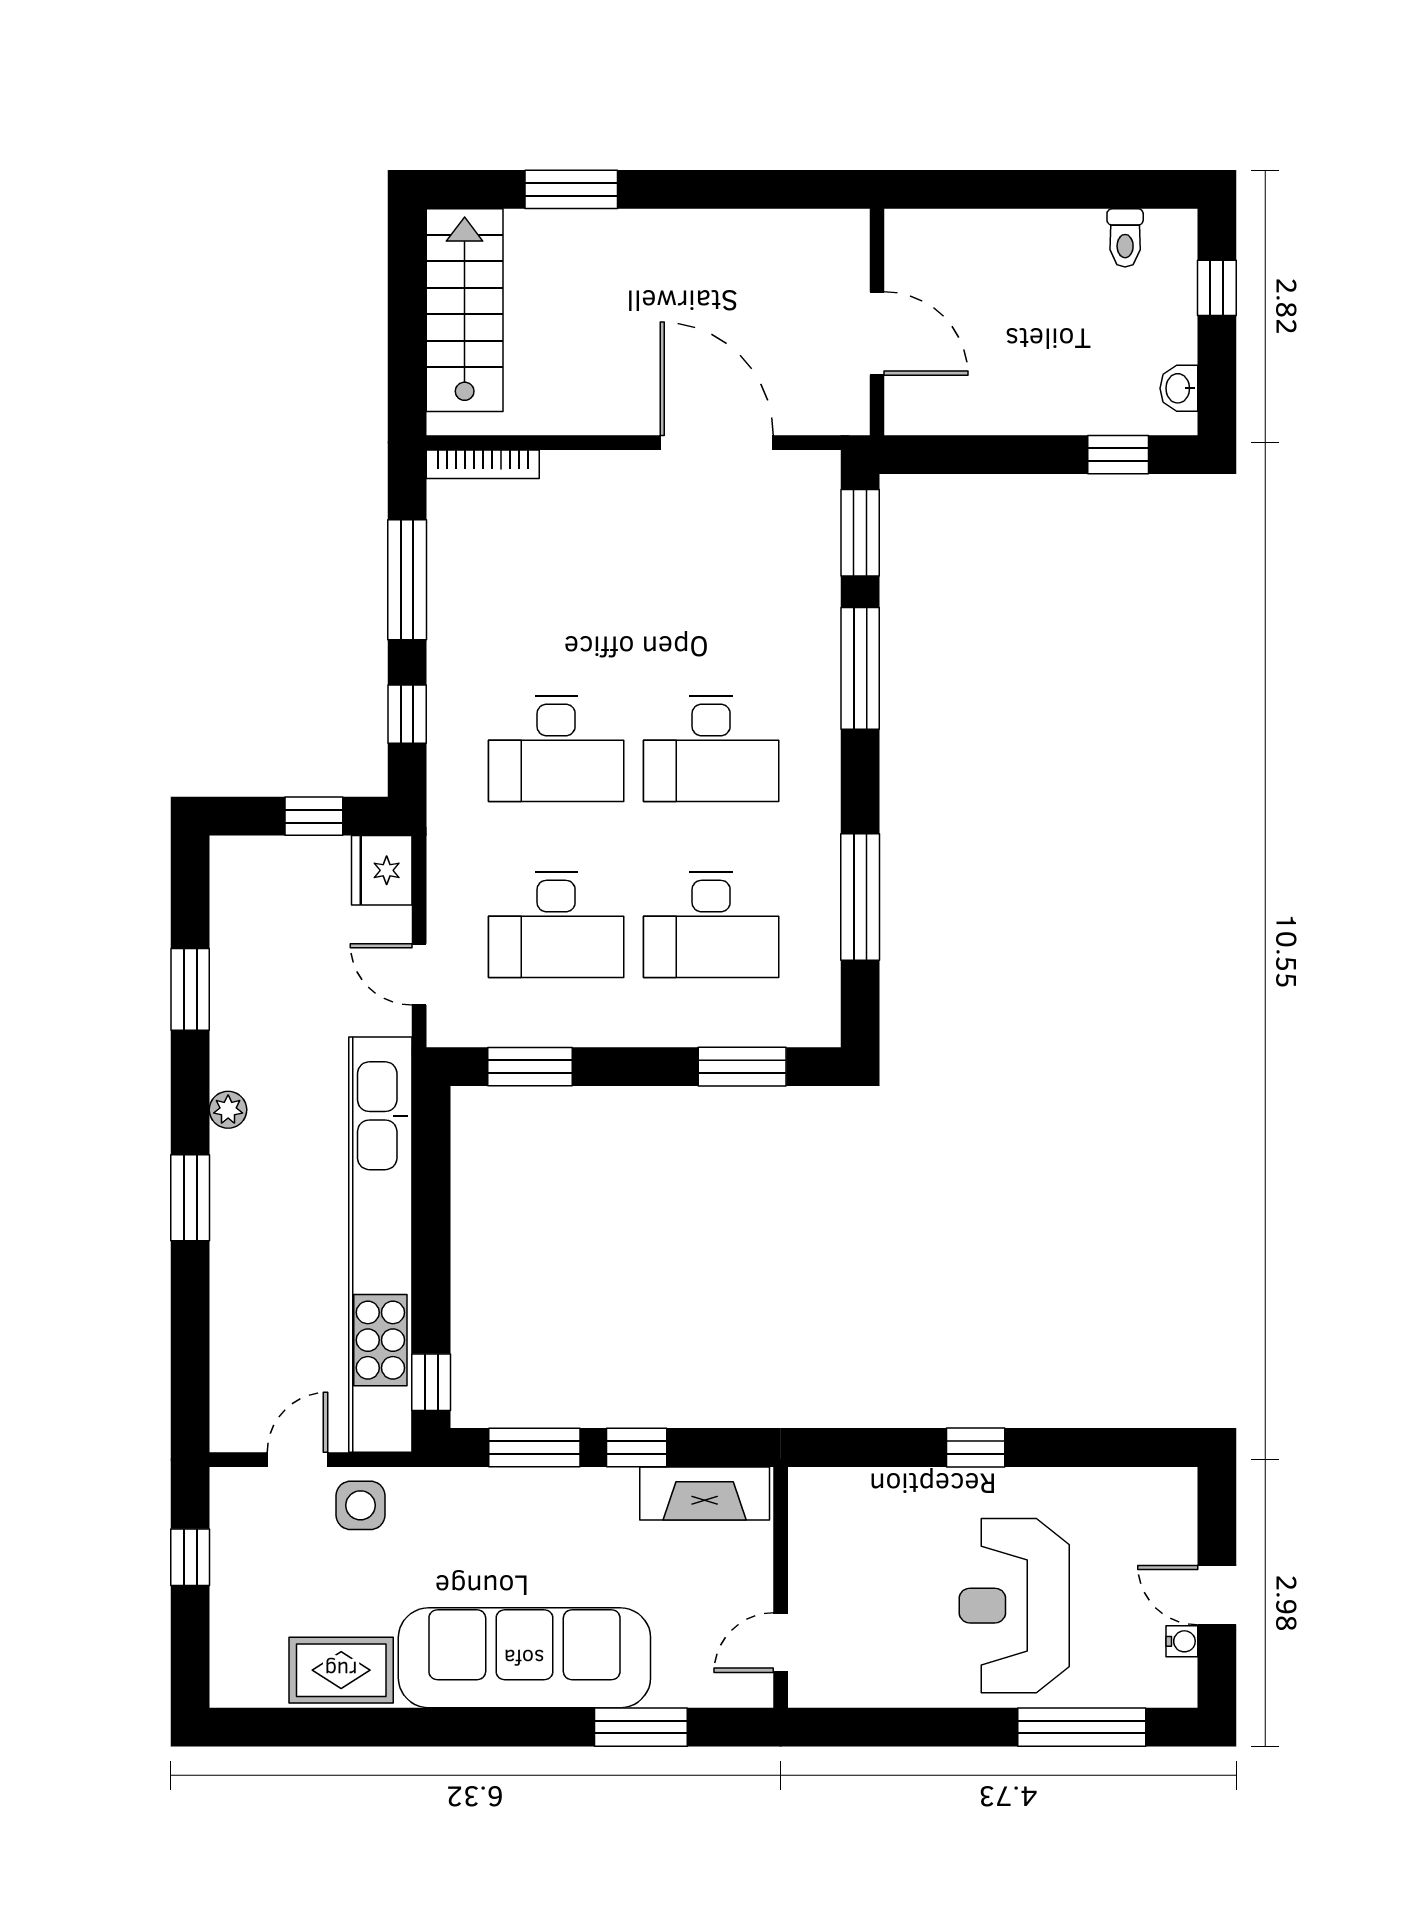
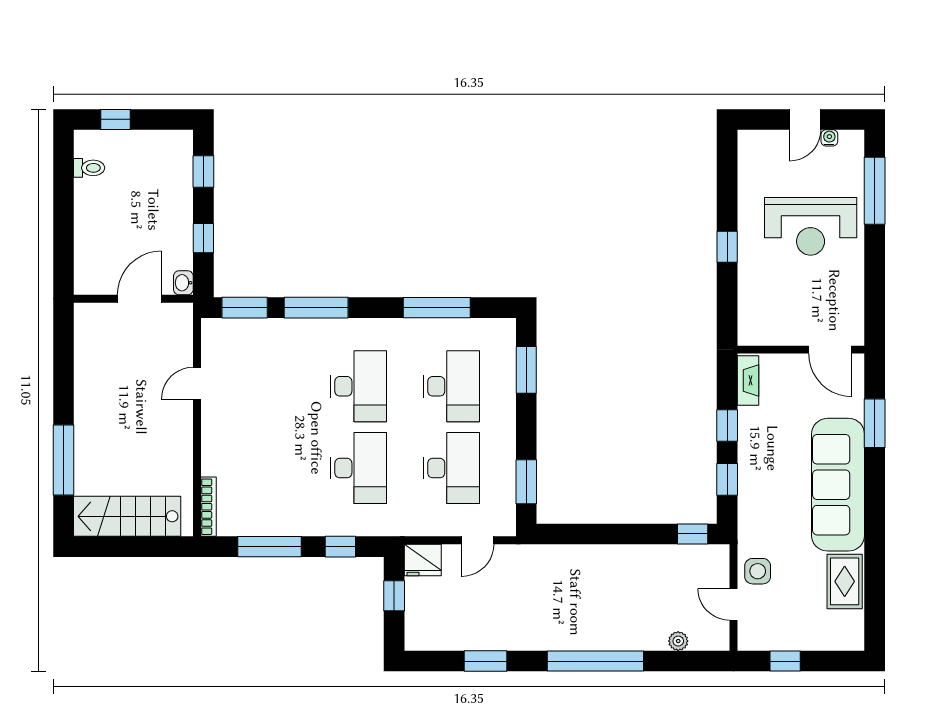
window: (571, 189) -> (64, 460), width x1.44
washbasin: (1179, 388) -> (183, 283), moved, turned 90
door: (717, 443) -> (197, 383), width x0.53
window: (992, 455) -> (203, 238), added
plant: (228, 1110) -> (678, 641), moved
window: (190, 1198) -> (595, 661), width x2.11
kitchen unit: (380, 1245) -> (620, 561), removed
window: (534, 1448) -> (727, 479), width x0.67
fireplace: (705, 1493) -> (748, 380), width x0.73, depth x0.76
door: (781, 1643) -> (830, 350), width x1.38

